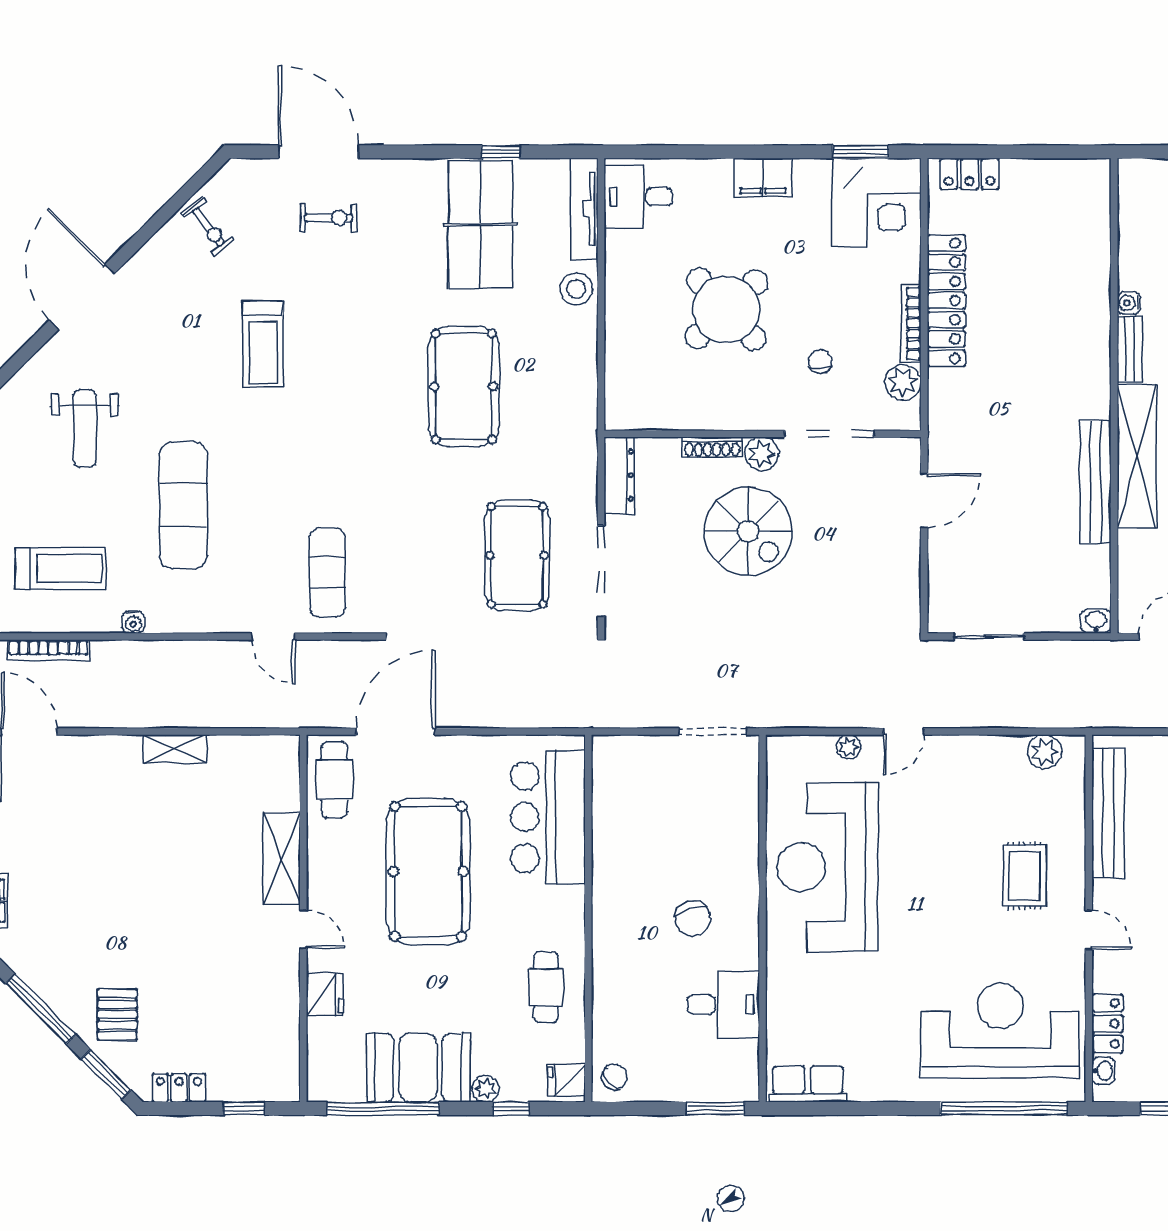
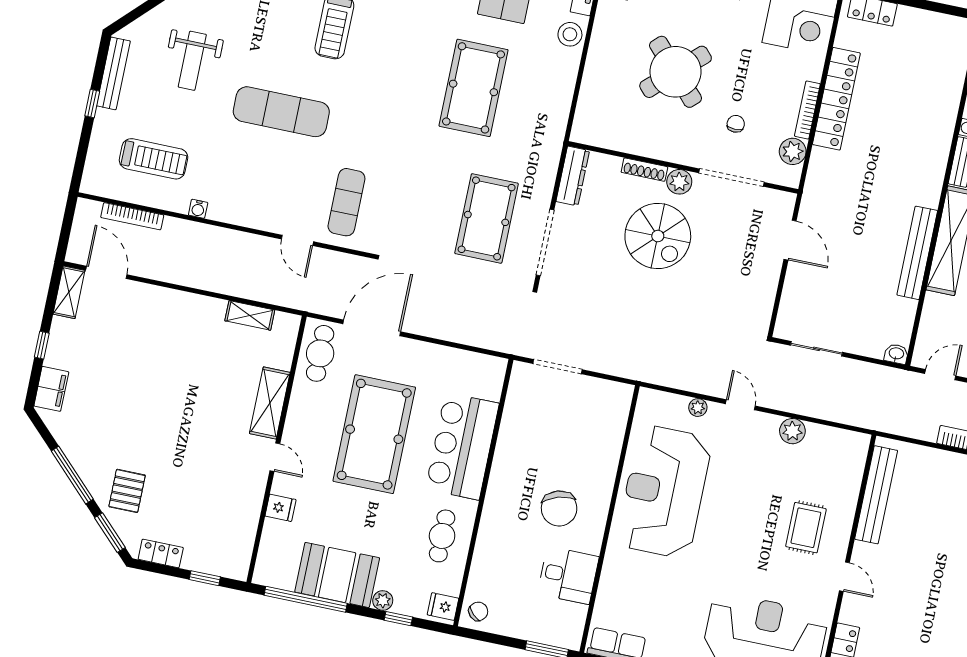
door: (924, 500) -> (790, 240), hinge flipped
exercise mat: (184, 505) -> (281, 112), moved, turned 90
doorway: (713, 732) -> (558, 367), moved
door: (904, 732) -> (740, 405), swing flipped
shelving: (175, 749) -> (250, 315), moved
plant: (1044, 752) -> (792, 431), moved
bar counter: (548, 817) -> (462, 446), moved
chair: (693, 919) -> (559, 508), width x1.37, depth x1.37
fridge: (325, 995) -> (281, 508), width x0.72

